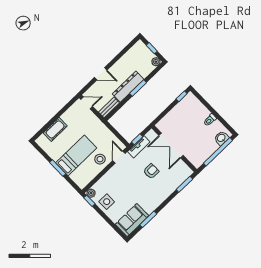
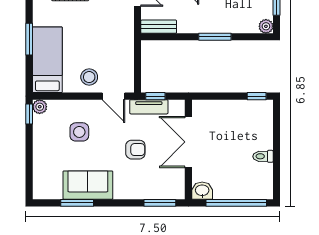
dresser: (128, 87) -> (205, 24), removed
washbasin: (221, 138) -> (202, 191), moved
bed: (76, 155) -> (47, 60), moved, turned -90
door: (119, 157) -> (114, 96), swing flipped
side table: (107, 202) -> (79, 132), moved
sofa: (132, 220) -> (88, 185), moved

